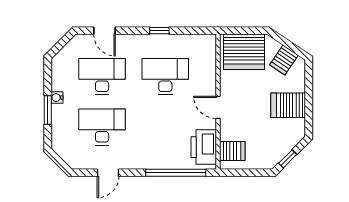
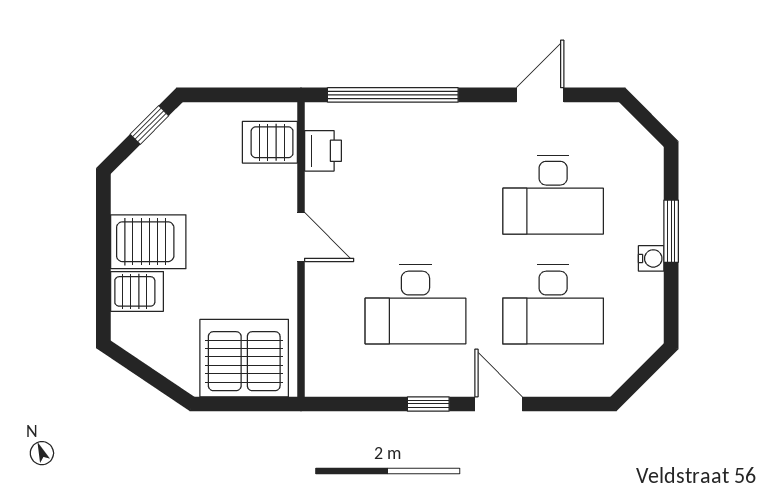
door: (104, 31) -> (499, 404), moved
server rack: (284, 60) -> (137, 291), moved, turned 56
printer: (204, 147) -> (323, 151), width x0.53, depth x0.68

